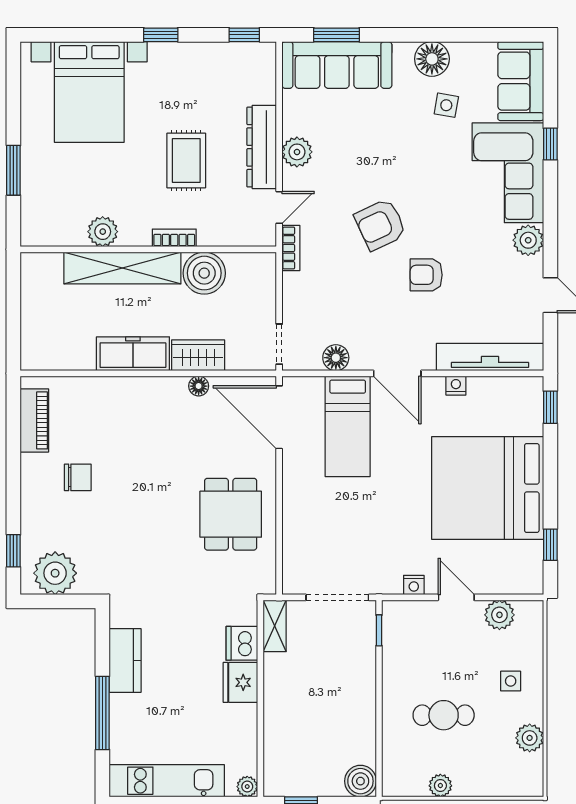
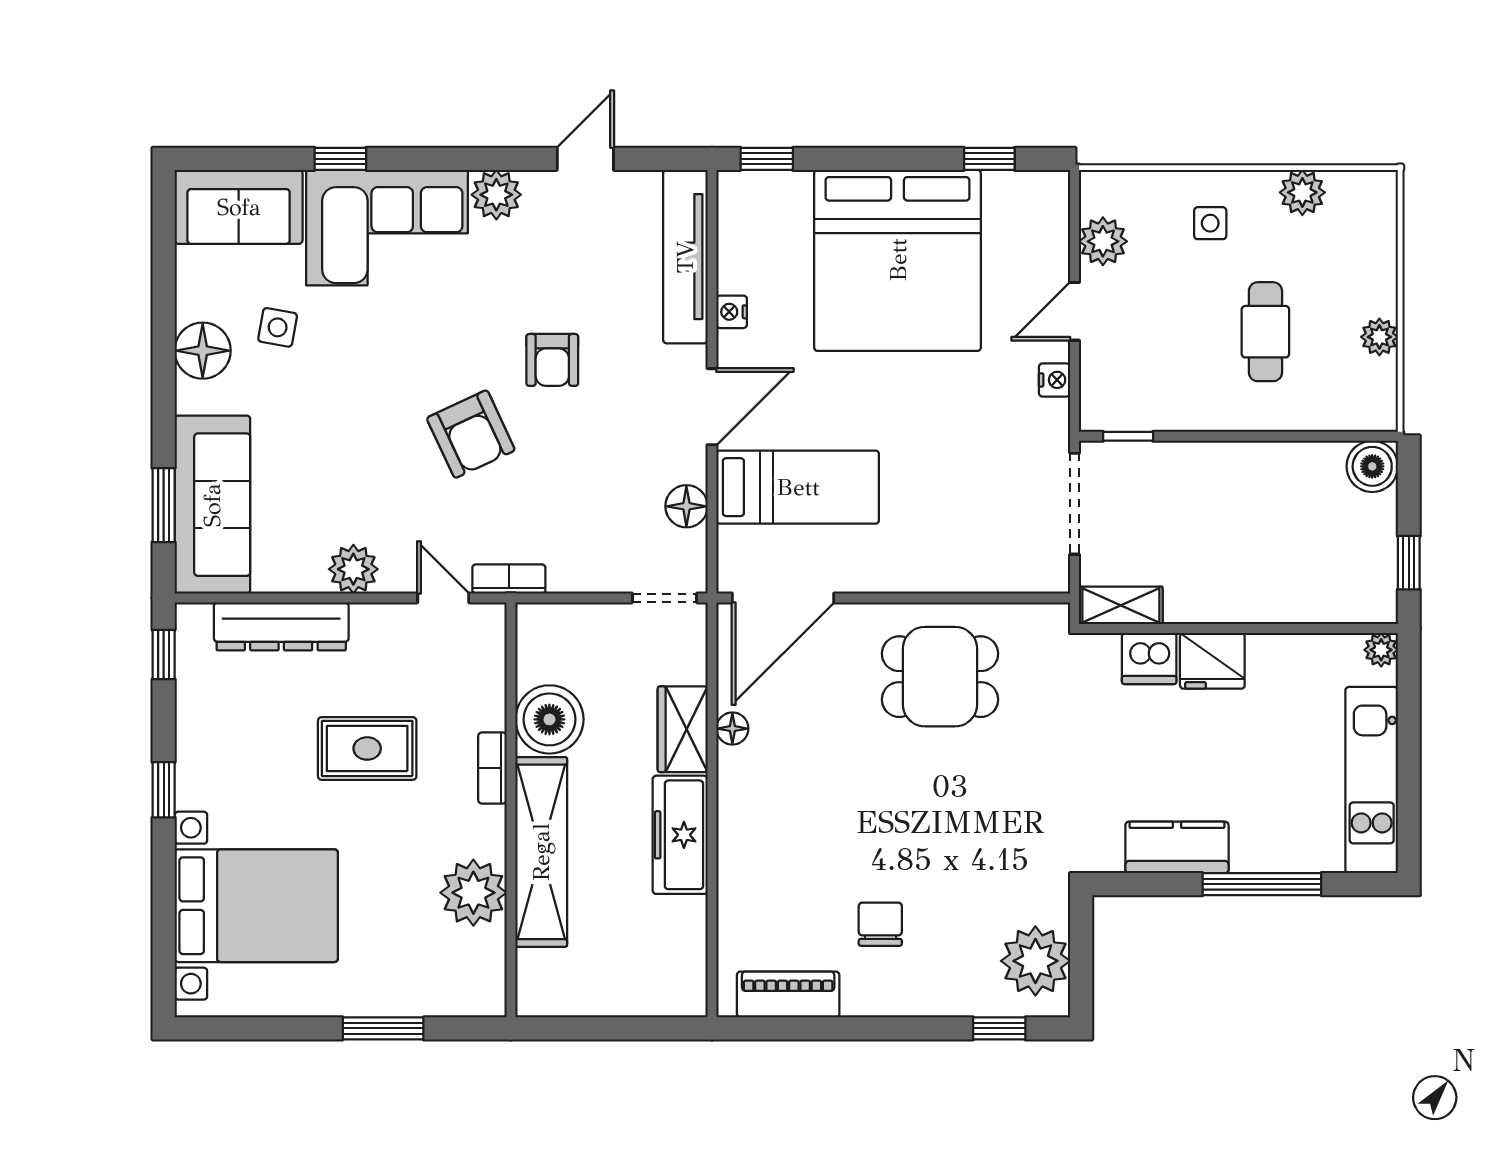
dresser: (262, 147) -> (281, 626), moved
plant: (103, 232) -> (473, 893), width x1.36, depth x1.36

